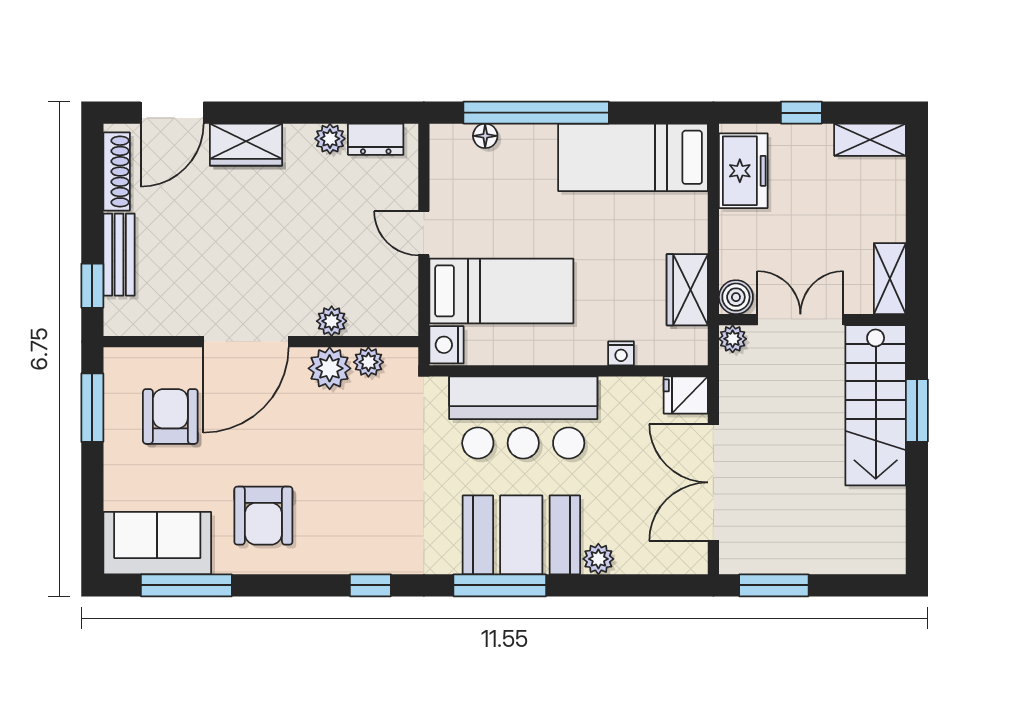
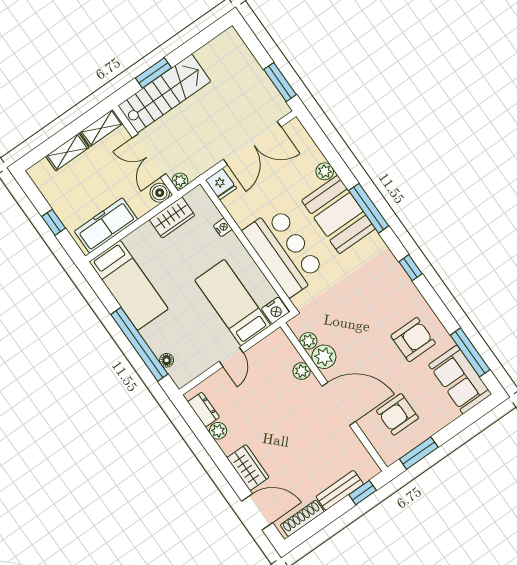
shelving: (870, 140) -> (67, 152), moved, turned 90
freezer: (743, 171) -> (106, 225), width x1.40

